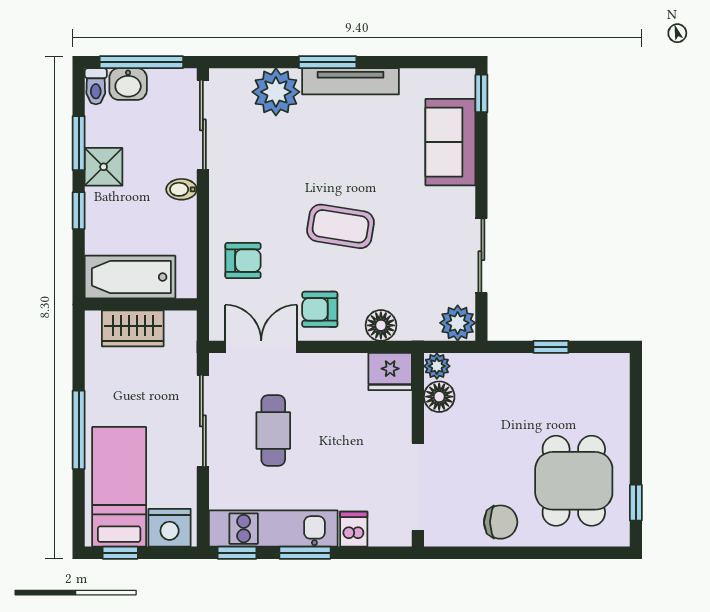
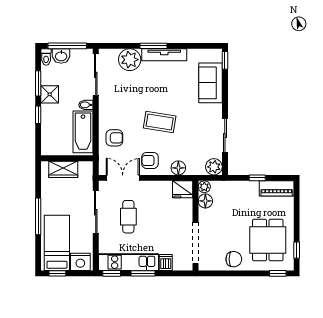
bathtub: (130, 277) -> (83, 132), moved, turned -90
piano: (593, 369) -> (277, 188), added
window: (595, 553) -> (278, 273), added

